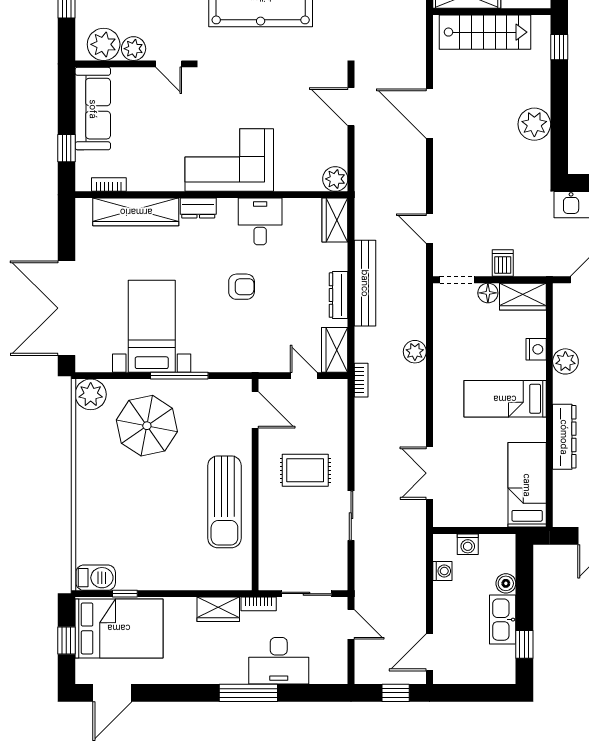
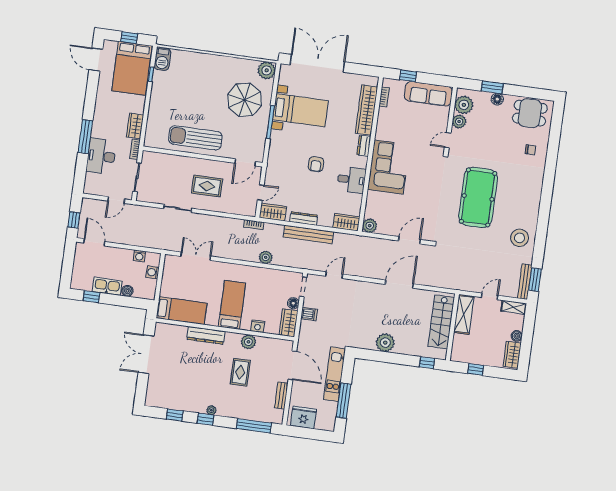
rug: (305, 470) -> (207, 186), turned 90

